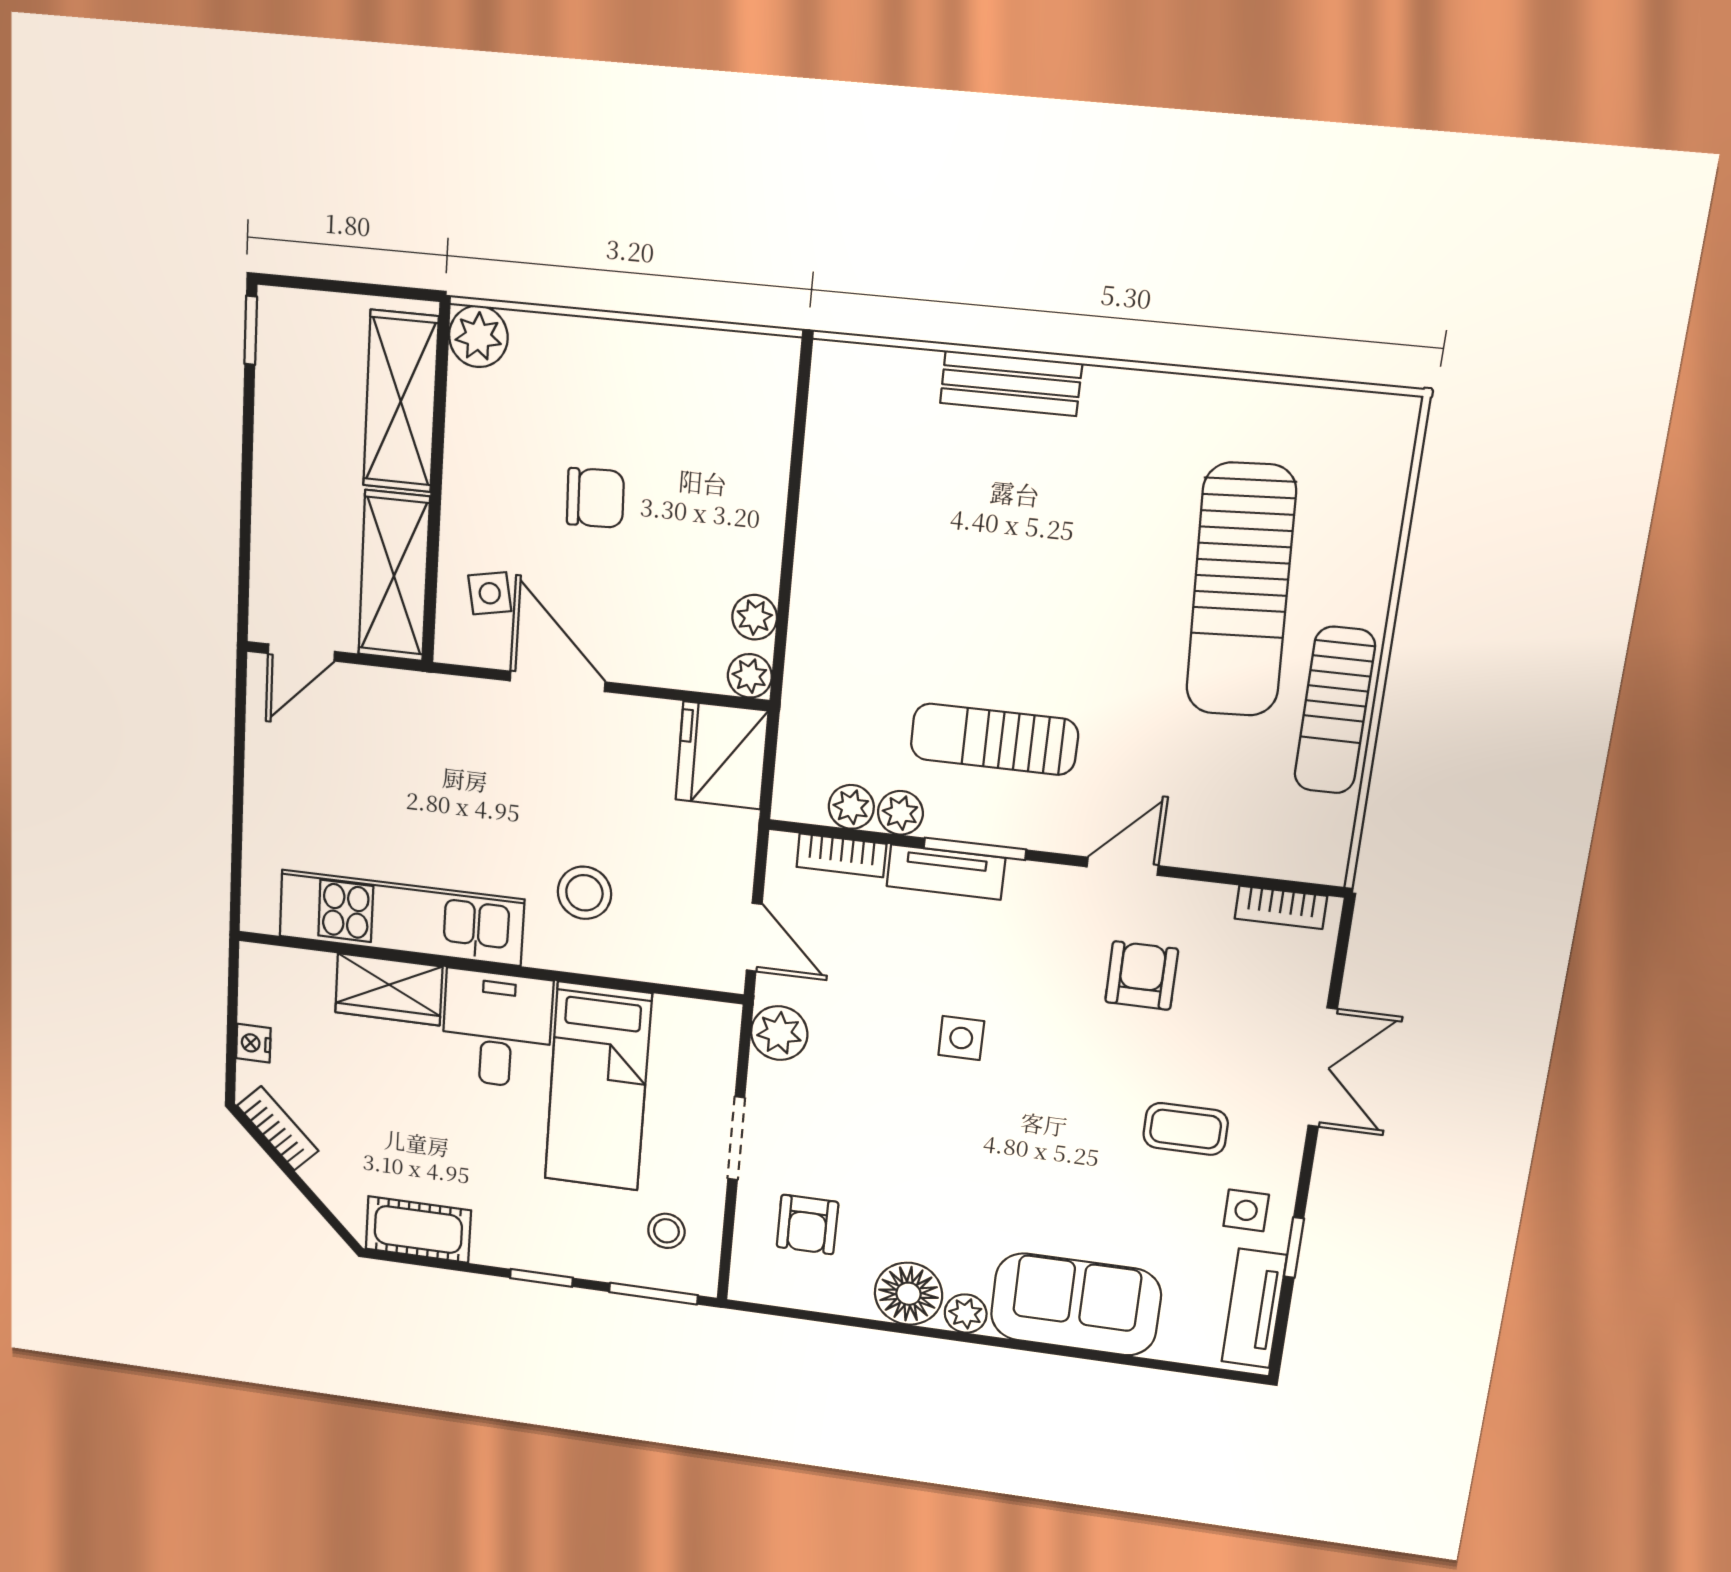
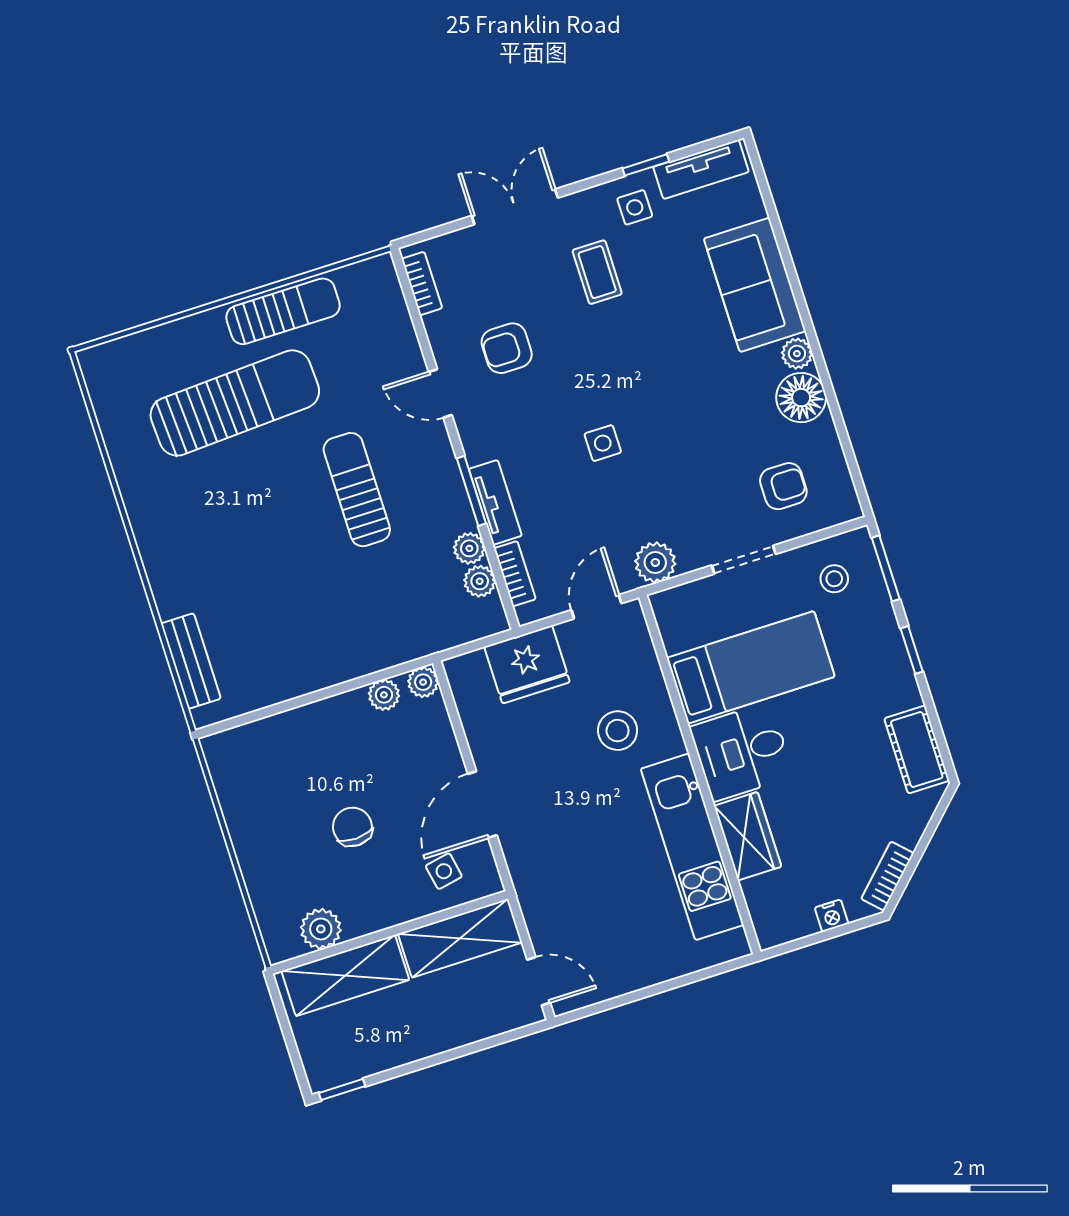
plant: (478, 336) -> (321, 929), moved
bench: (1011, 383) -> (191, 661), moved
sun lounger: (994, 739) -> (357, 490), moved, turned 180
fridge: (722, 755) -> (527, 664), moved

